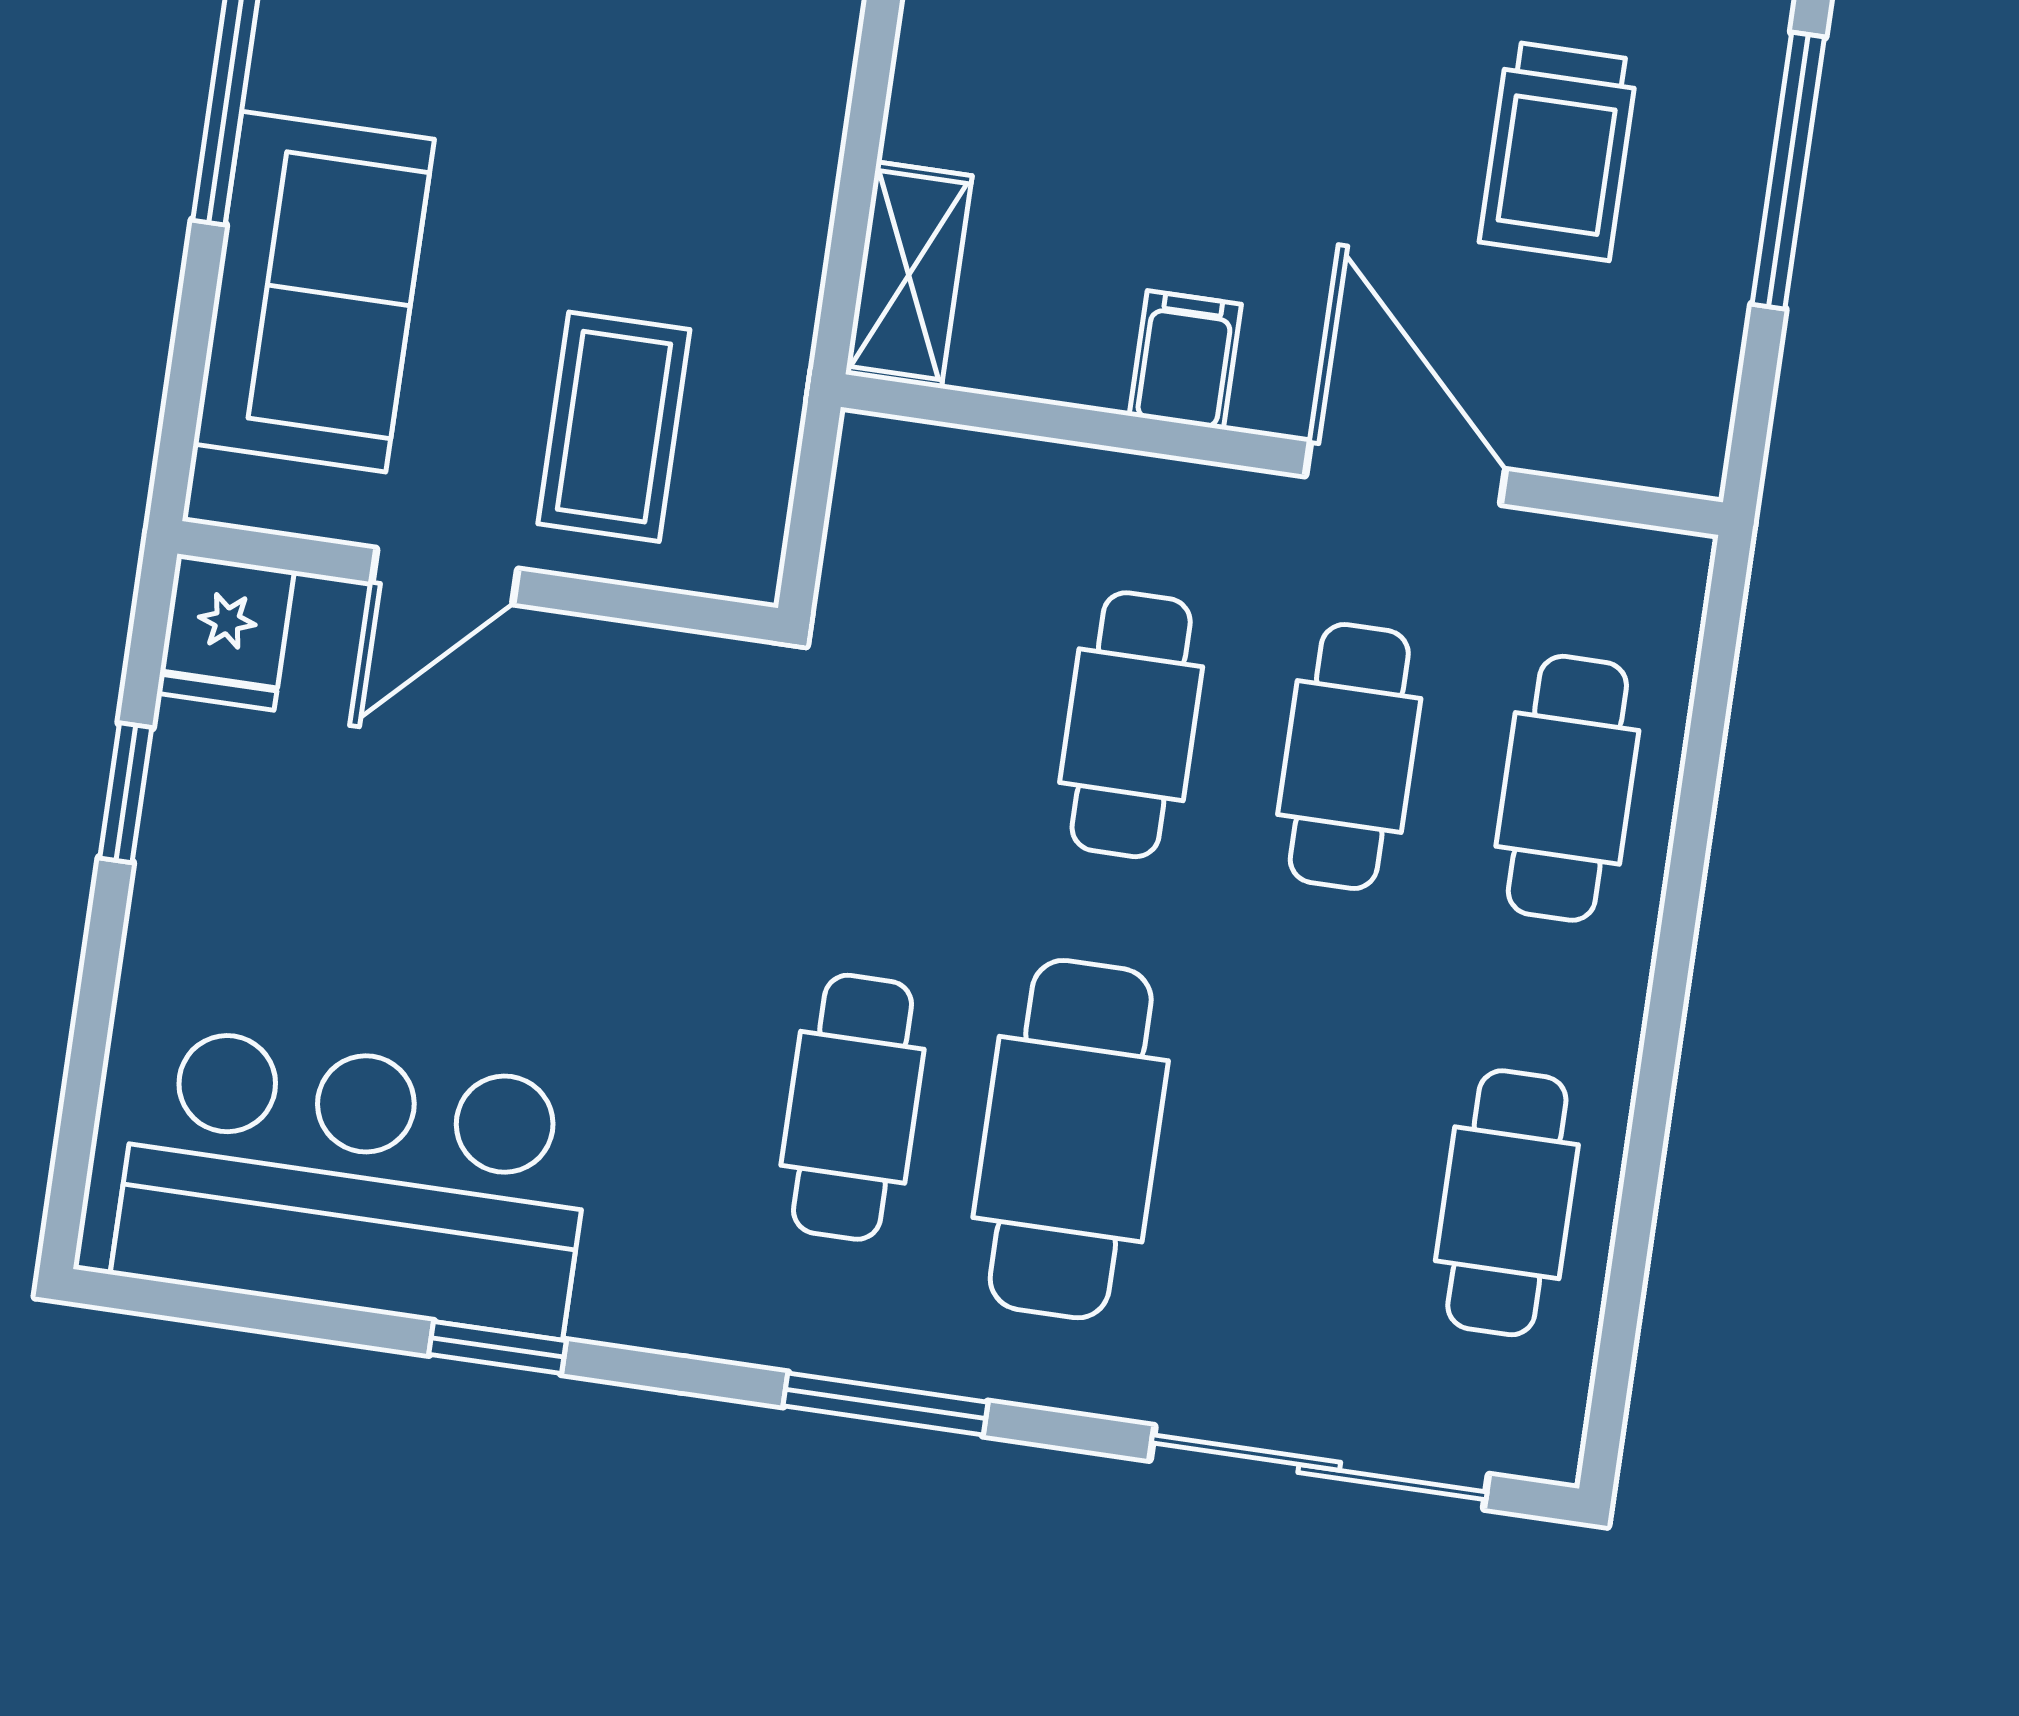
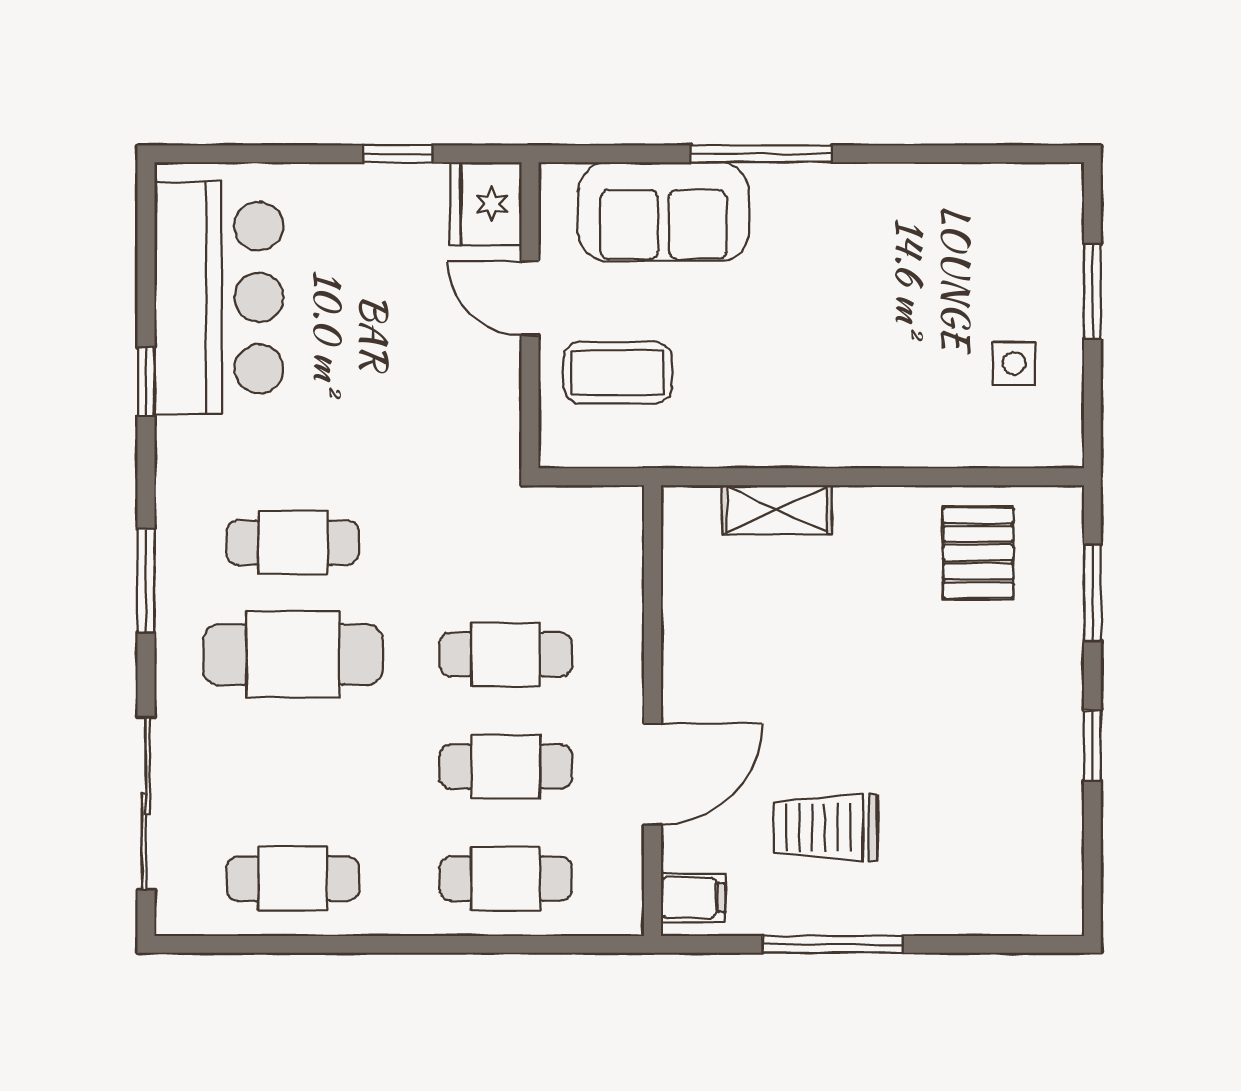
shelving: (909, 275) -> (777, 510), moved
filing cabinet: (1185, 360) -> (693, 898), moved
fridge: (226, 632) -> (486, 204), width x1.38

